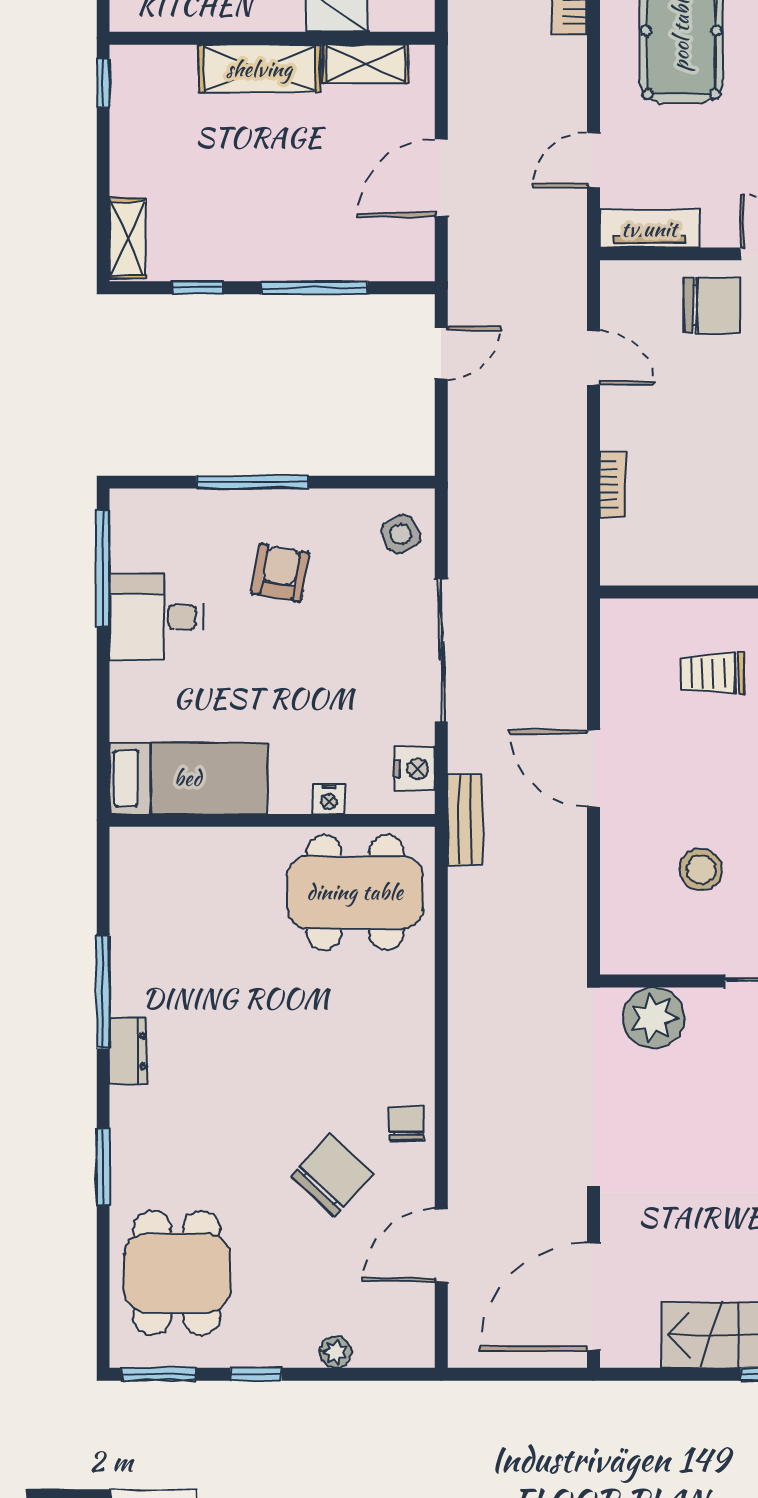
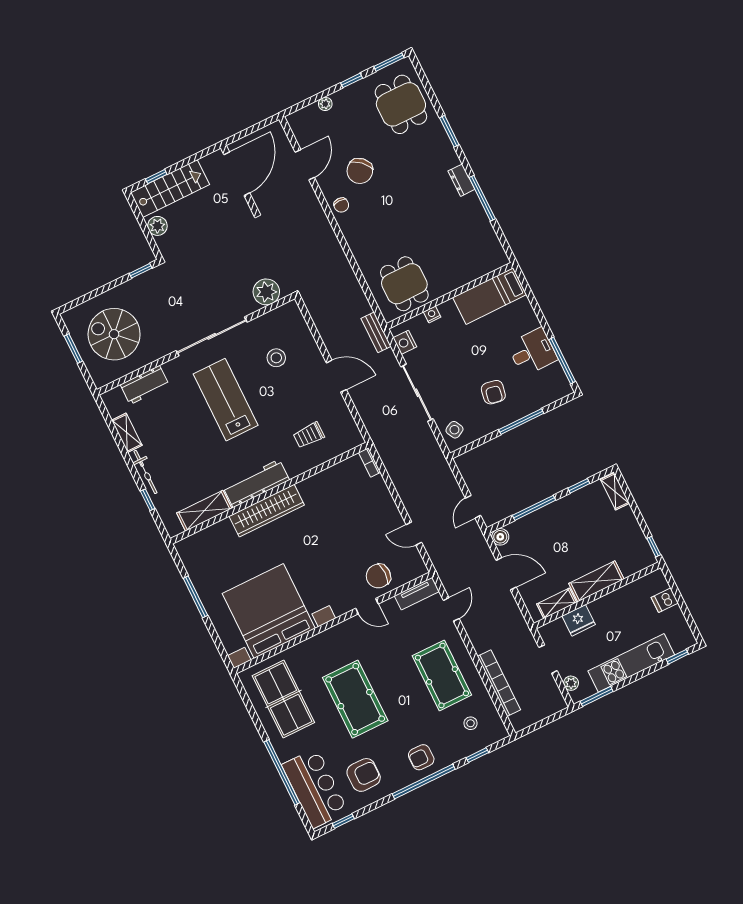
door: (441, 178) -> (506, 574), hinge flipped
boiler: (415, 262) -> (500, 537), added
bookcase: (613, 484) -> (370, 462), moved
trolley: (712, 673) -> (309, 435), turned 180
dining table: (355, 892) -> (404, 284), width x0.73

